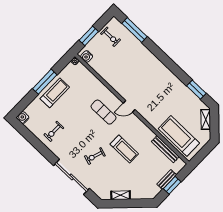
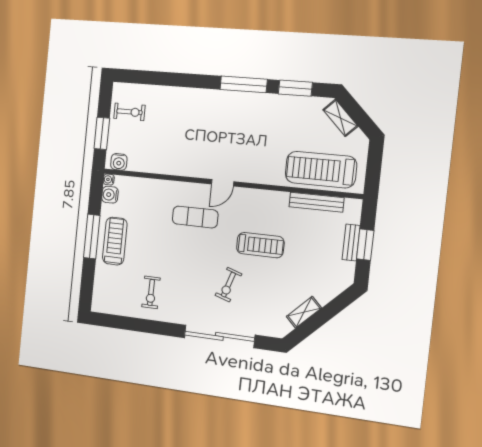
window: (135, 30) -> (244, 84), moved
water cooler: (23, 118) -> (110, 195), moved

